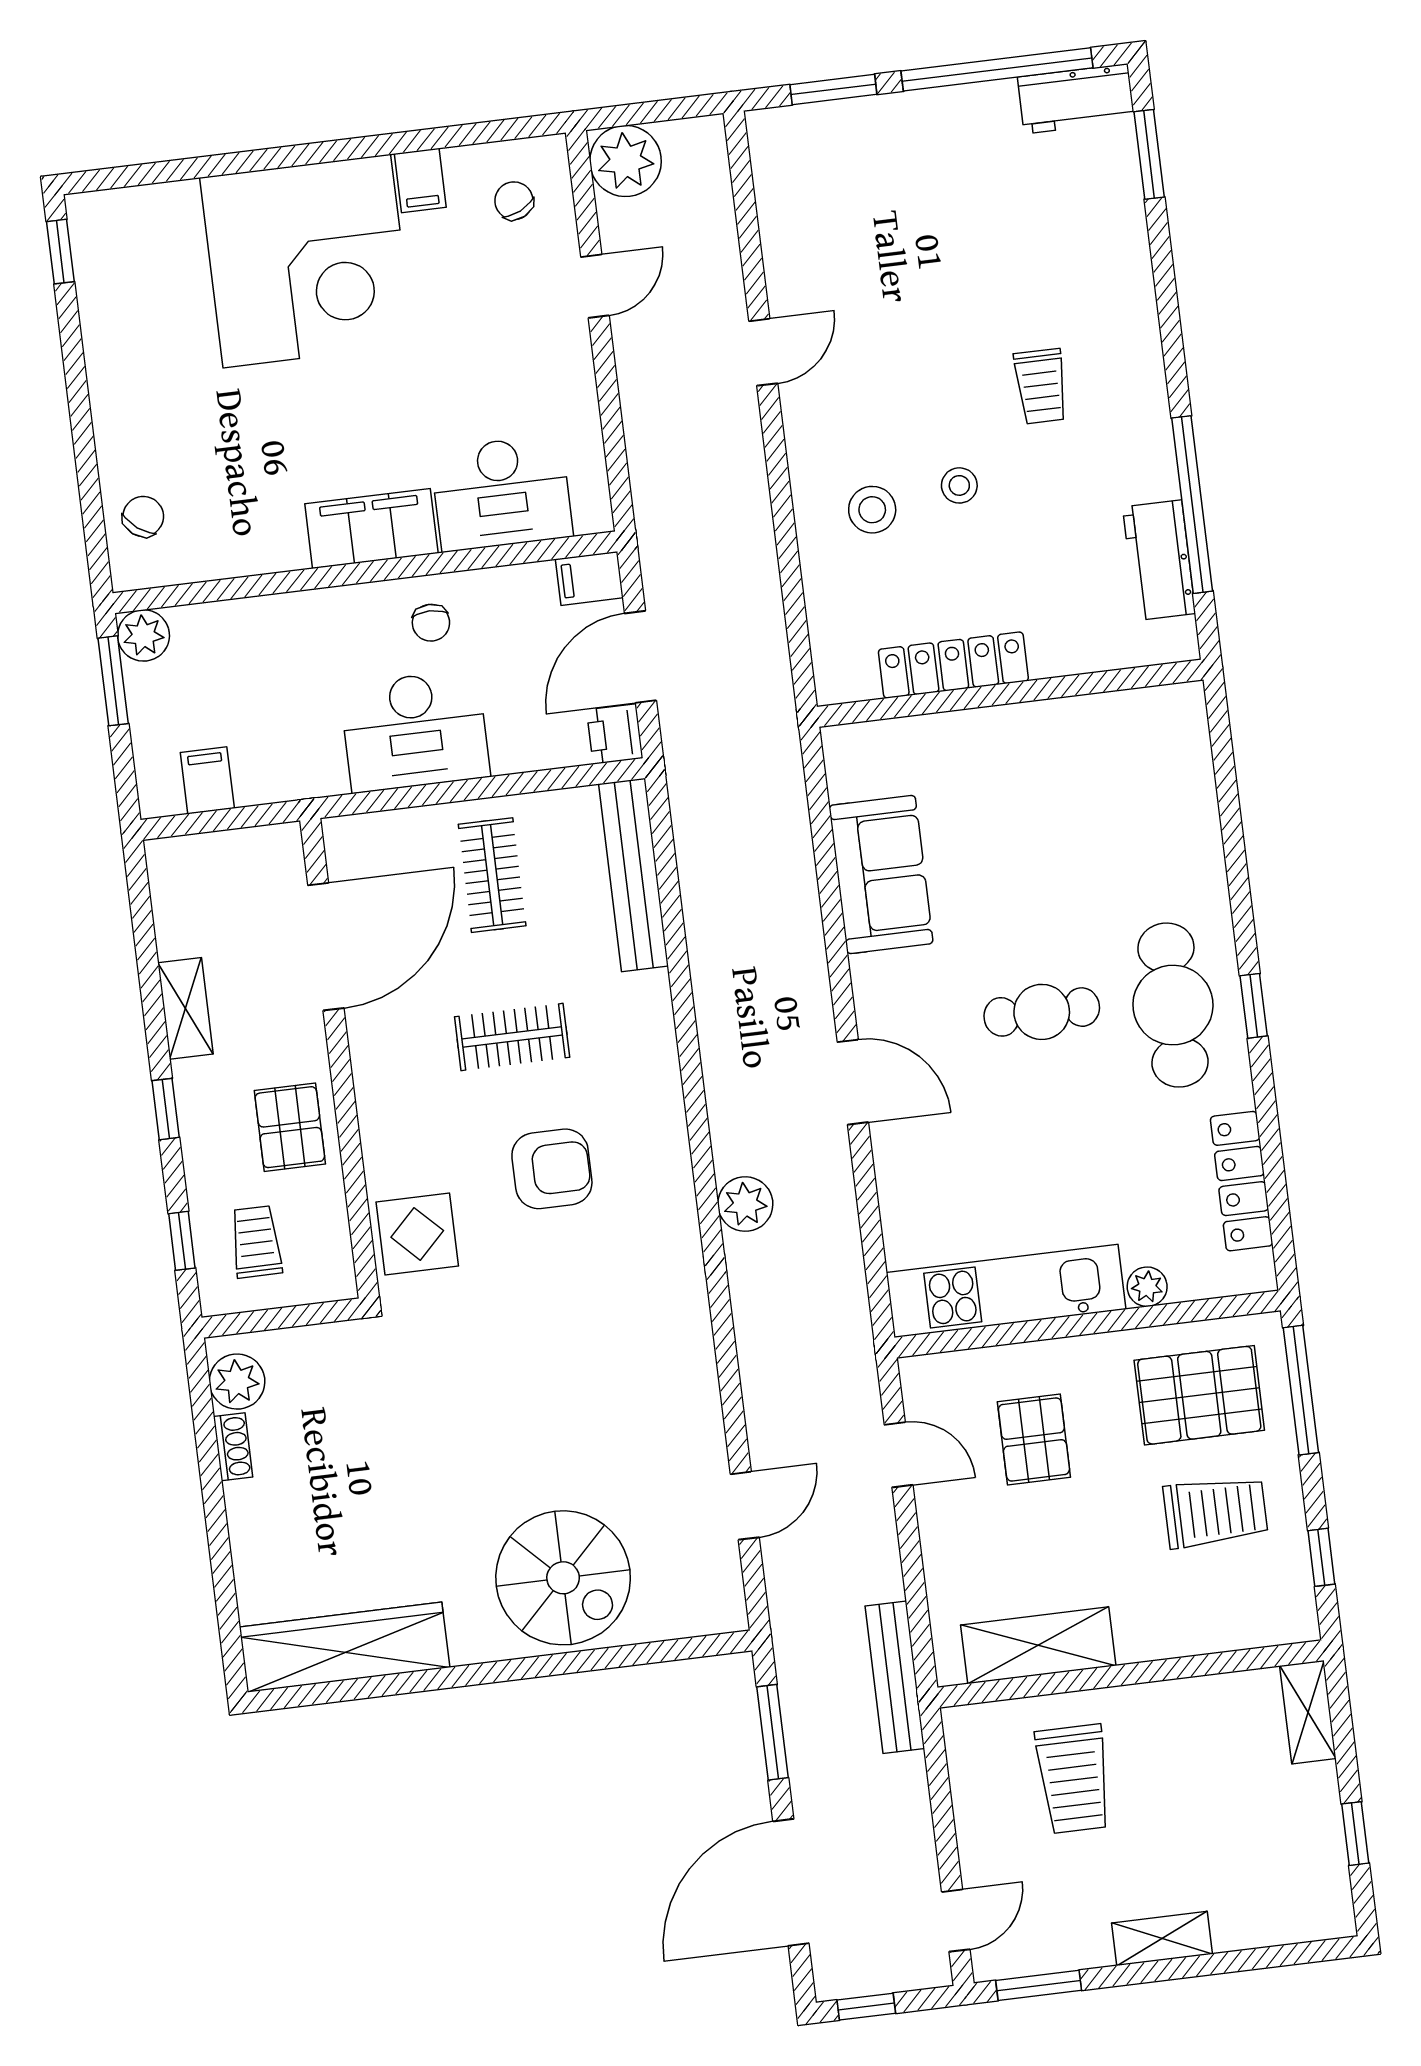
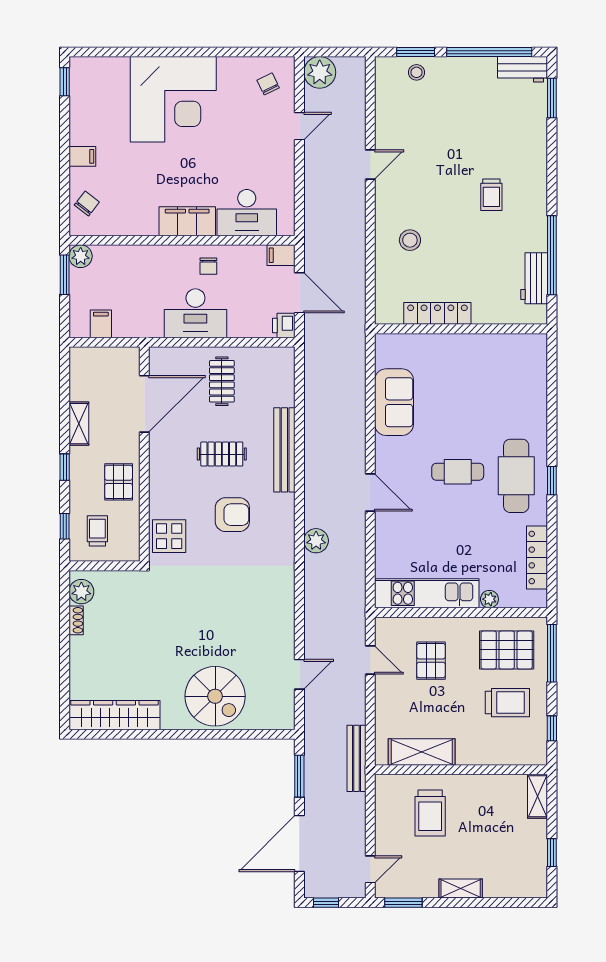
filing cabinet: (420, 180) -> (82, 156), moved, turned -90
stool: (959, 485) -> (417, 72), moved
door: (640, 657) -> (299, 293), swing flipped
bench: (634, 875) -> (284, 450), moved

